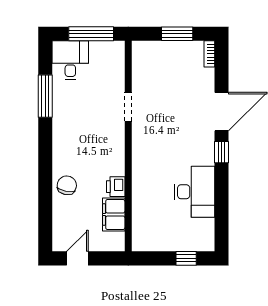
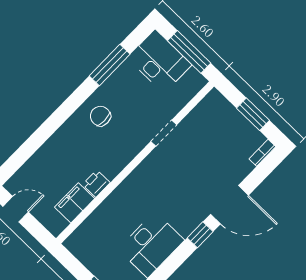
desk: (70, 60) -> (159, 61), width x1.37
chair: (67, 185) -> (100, 116), moved, turned -101

